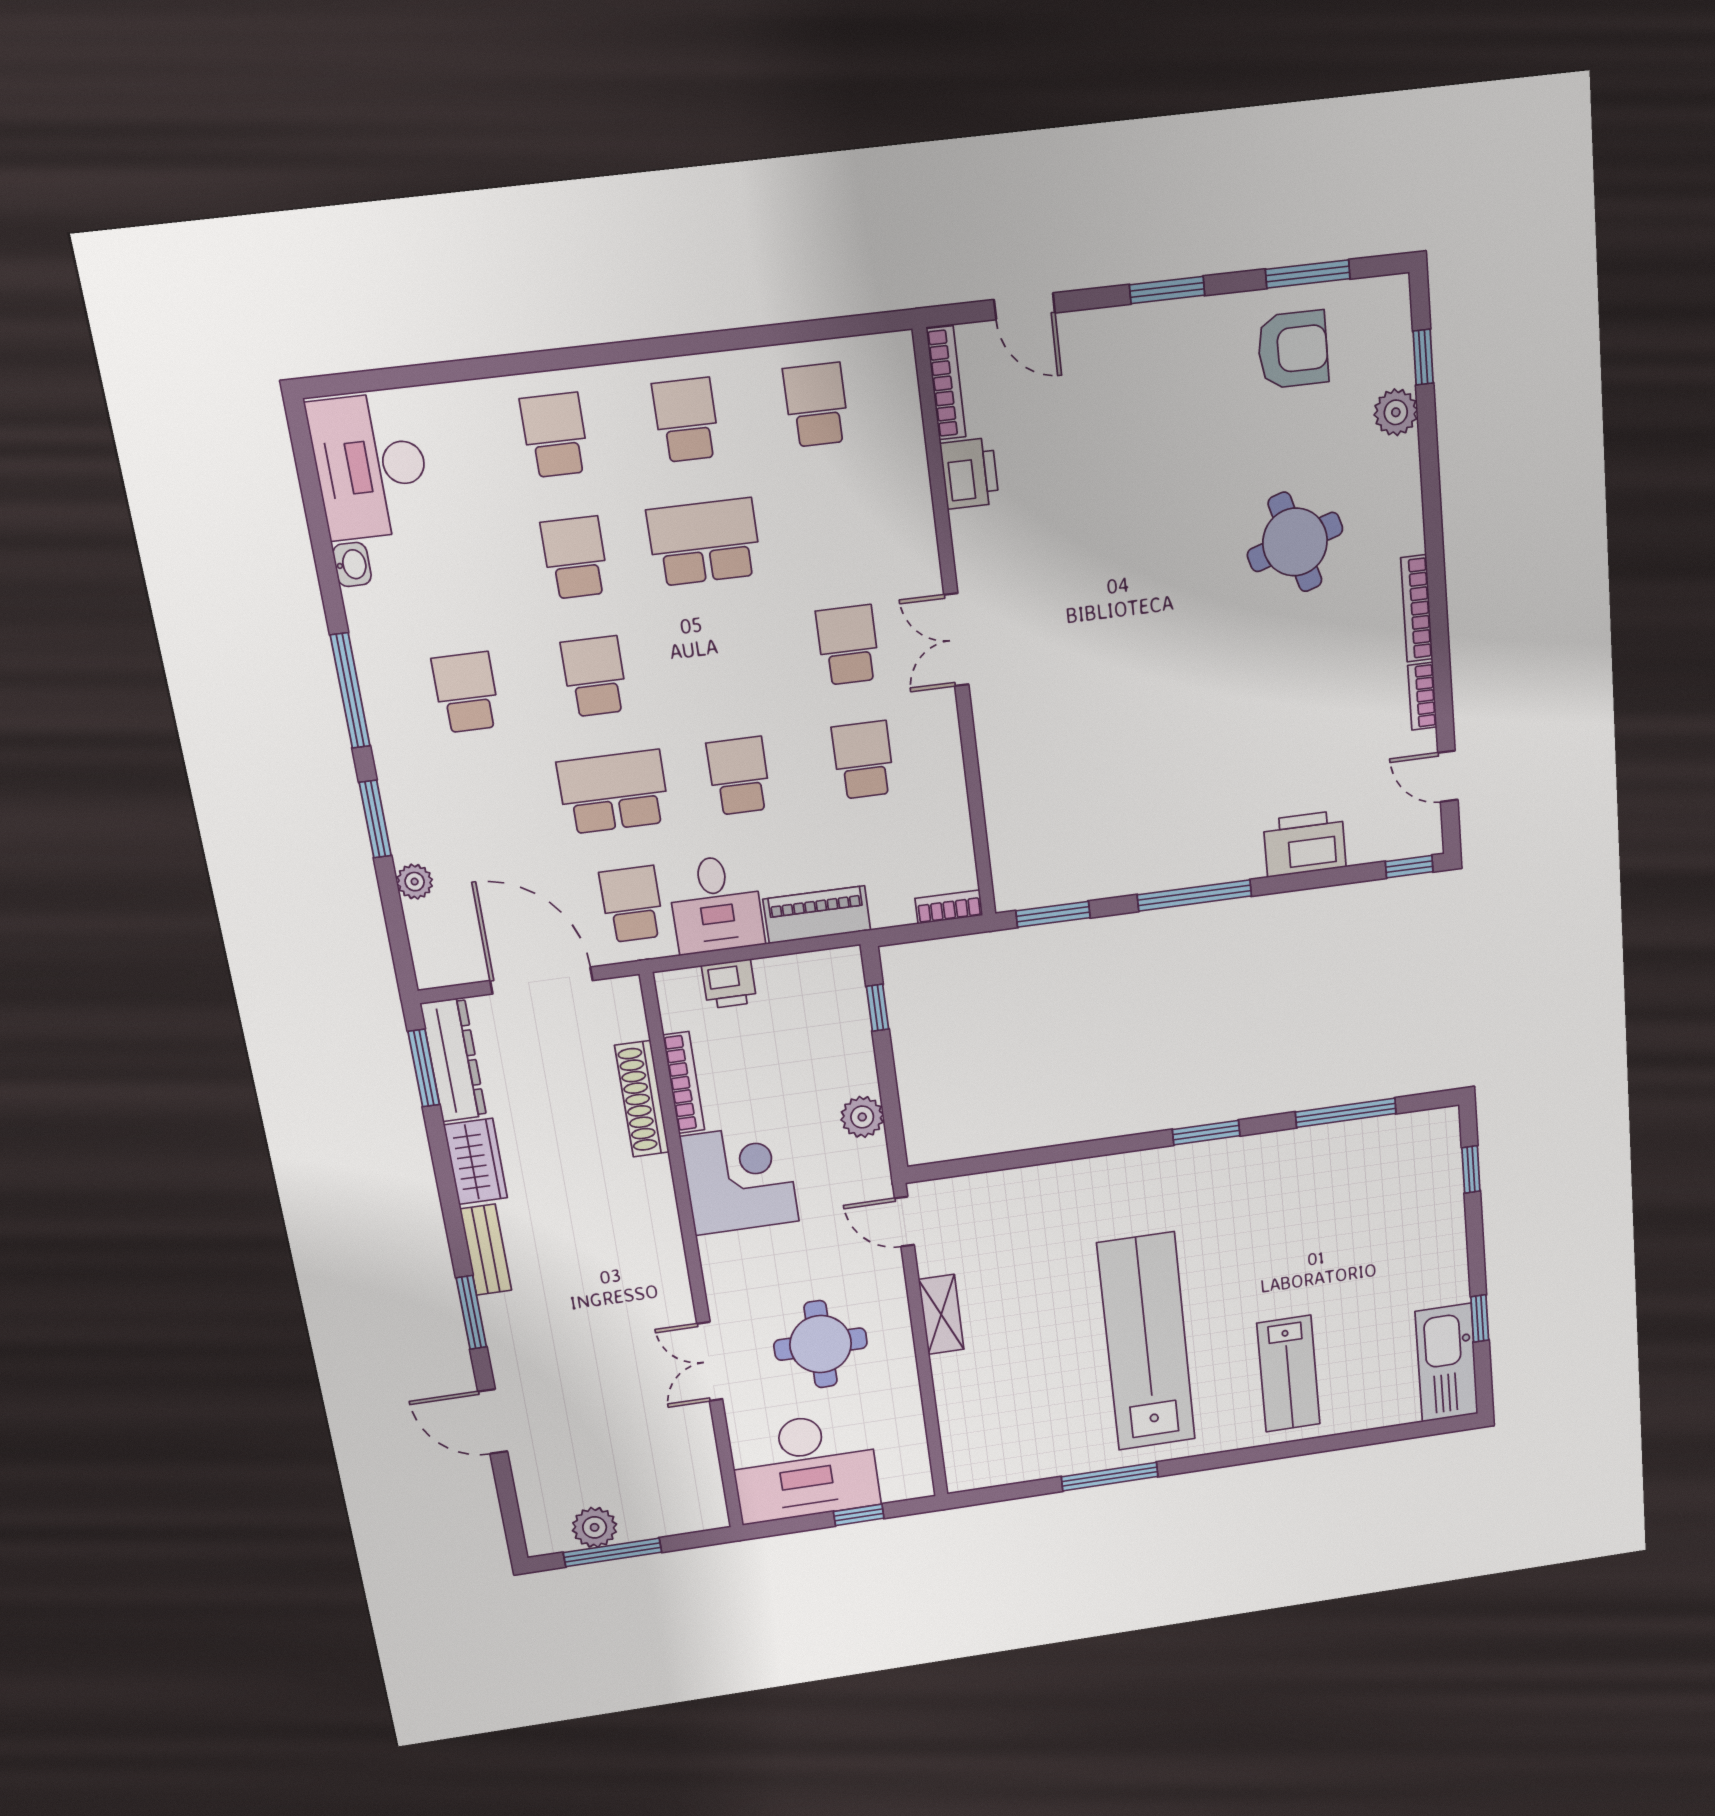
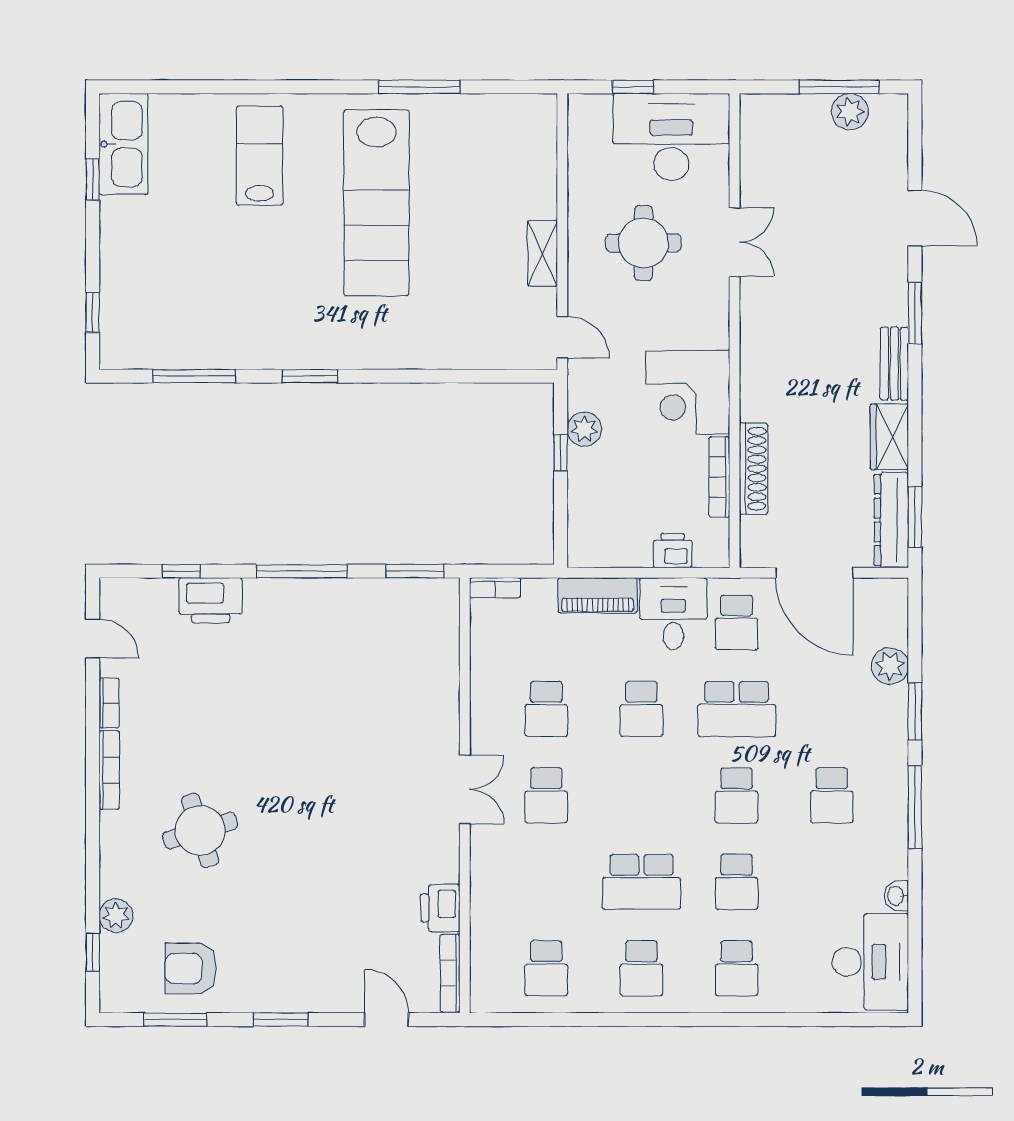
window: (1409, 867) -> (181, 571), moved
plant: (415, 882) -> (890, 666), width x1.38, depth x1.38
window: (878, 1008) -> (561, 453), moved

